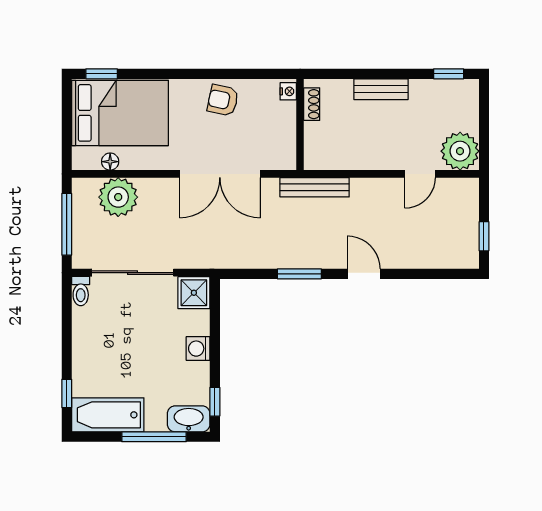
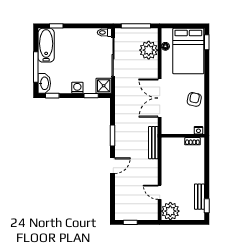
bench: (381, 89) -> (199, 197), moved
window: (215, 319) -> (91, 96), added

